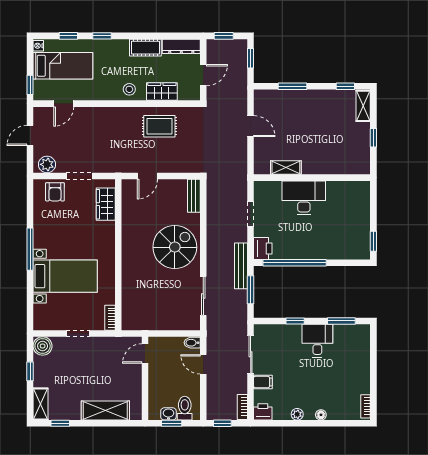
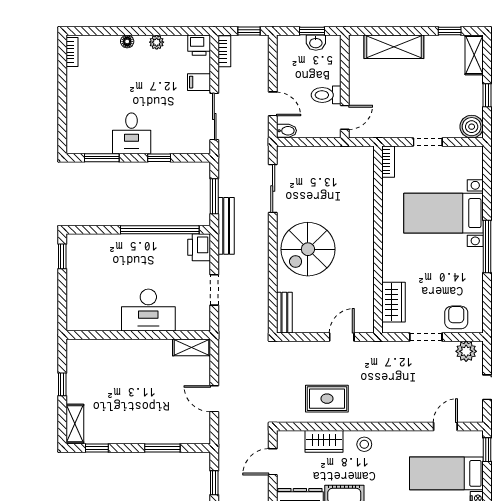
shelving: (286, 168) -> (191, 347), moved
toilet: (185, 408) -> (326, 95), moved, turned 90

